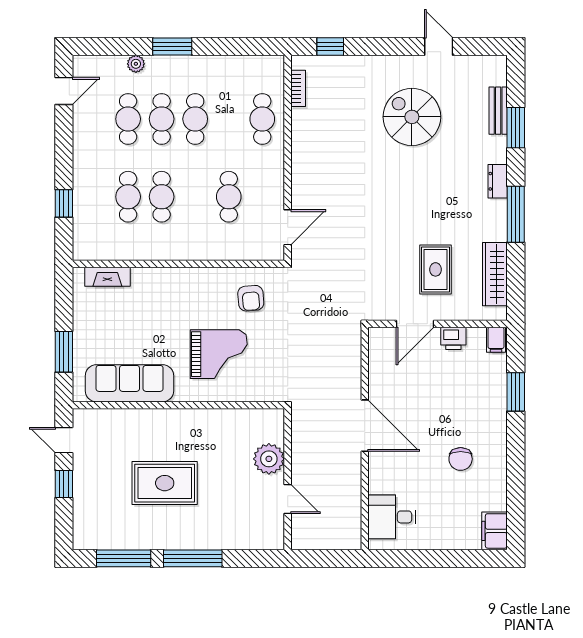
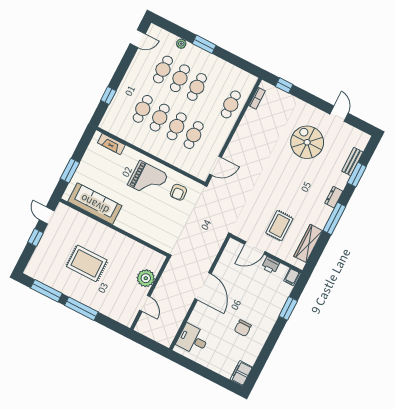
cafe table: (195, 197) -> (177, 126), added
grand piano: (219, 354) -> (148, 180), moved

